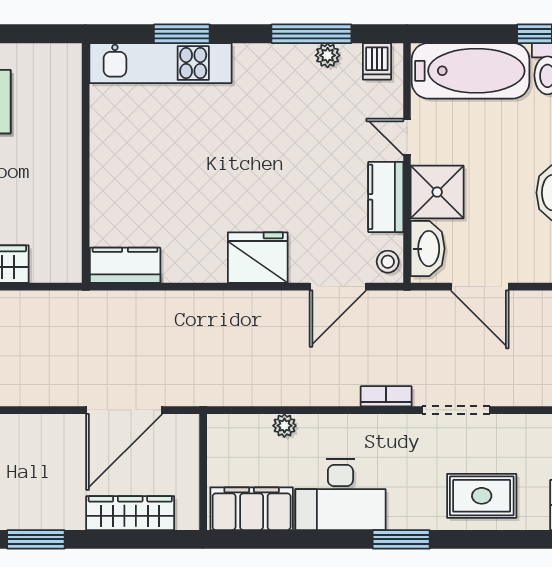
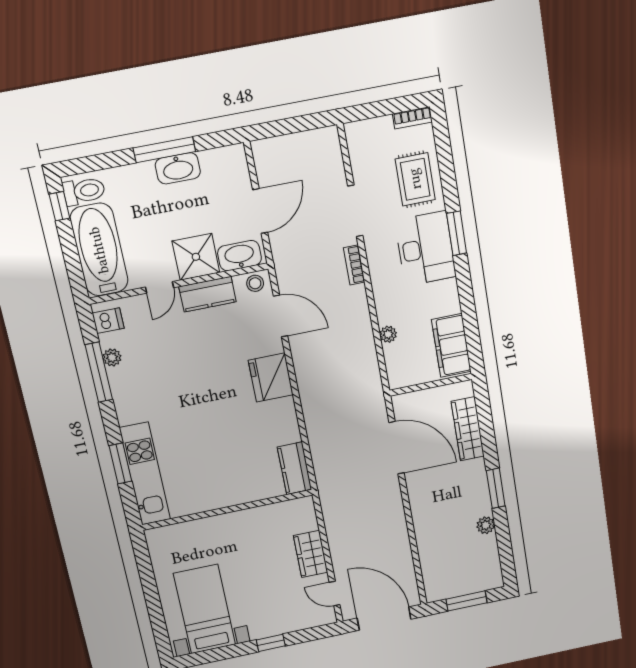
desk: (340, 495) -> (425, 249), moved

